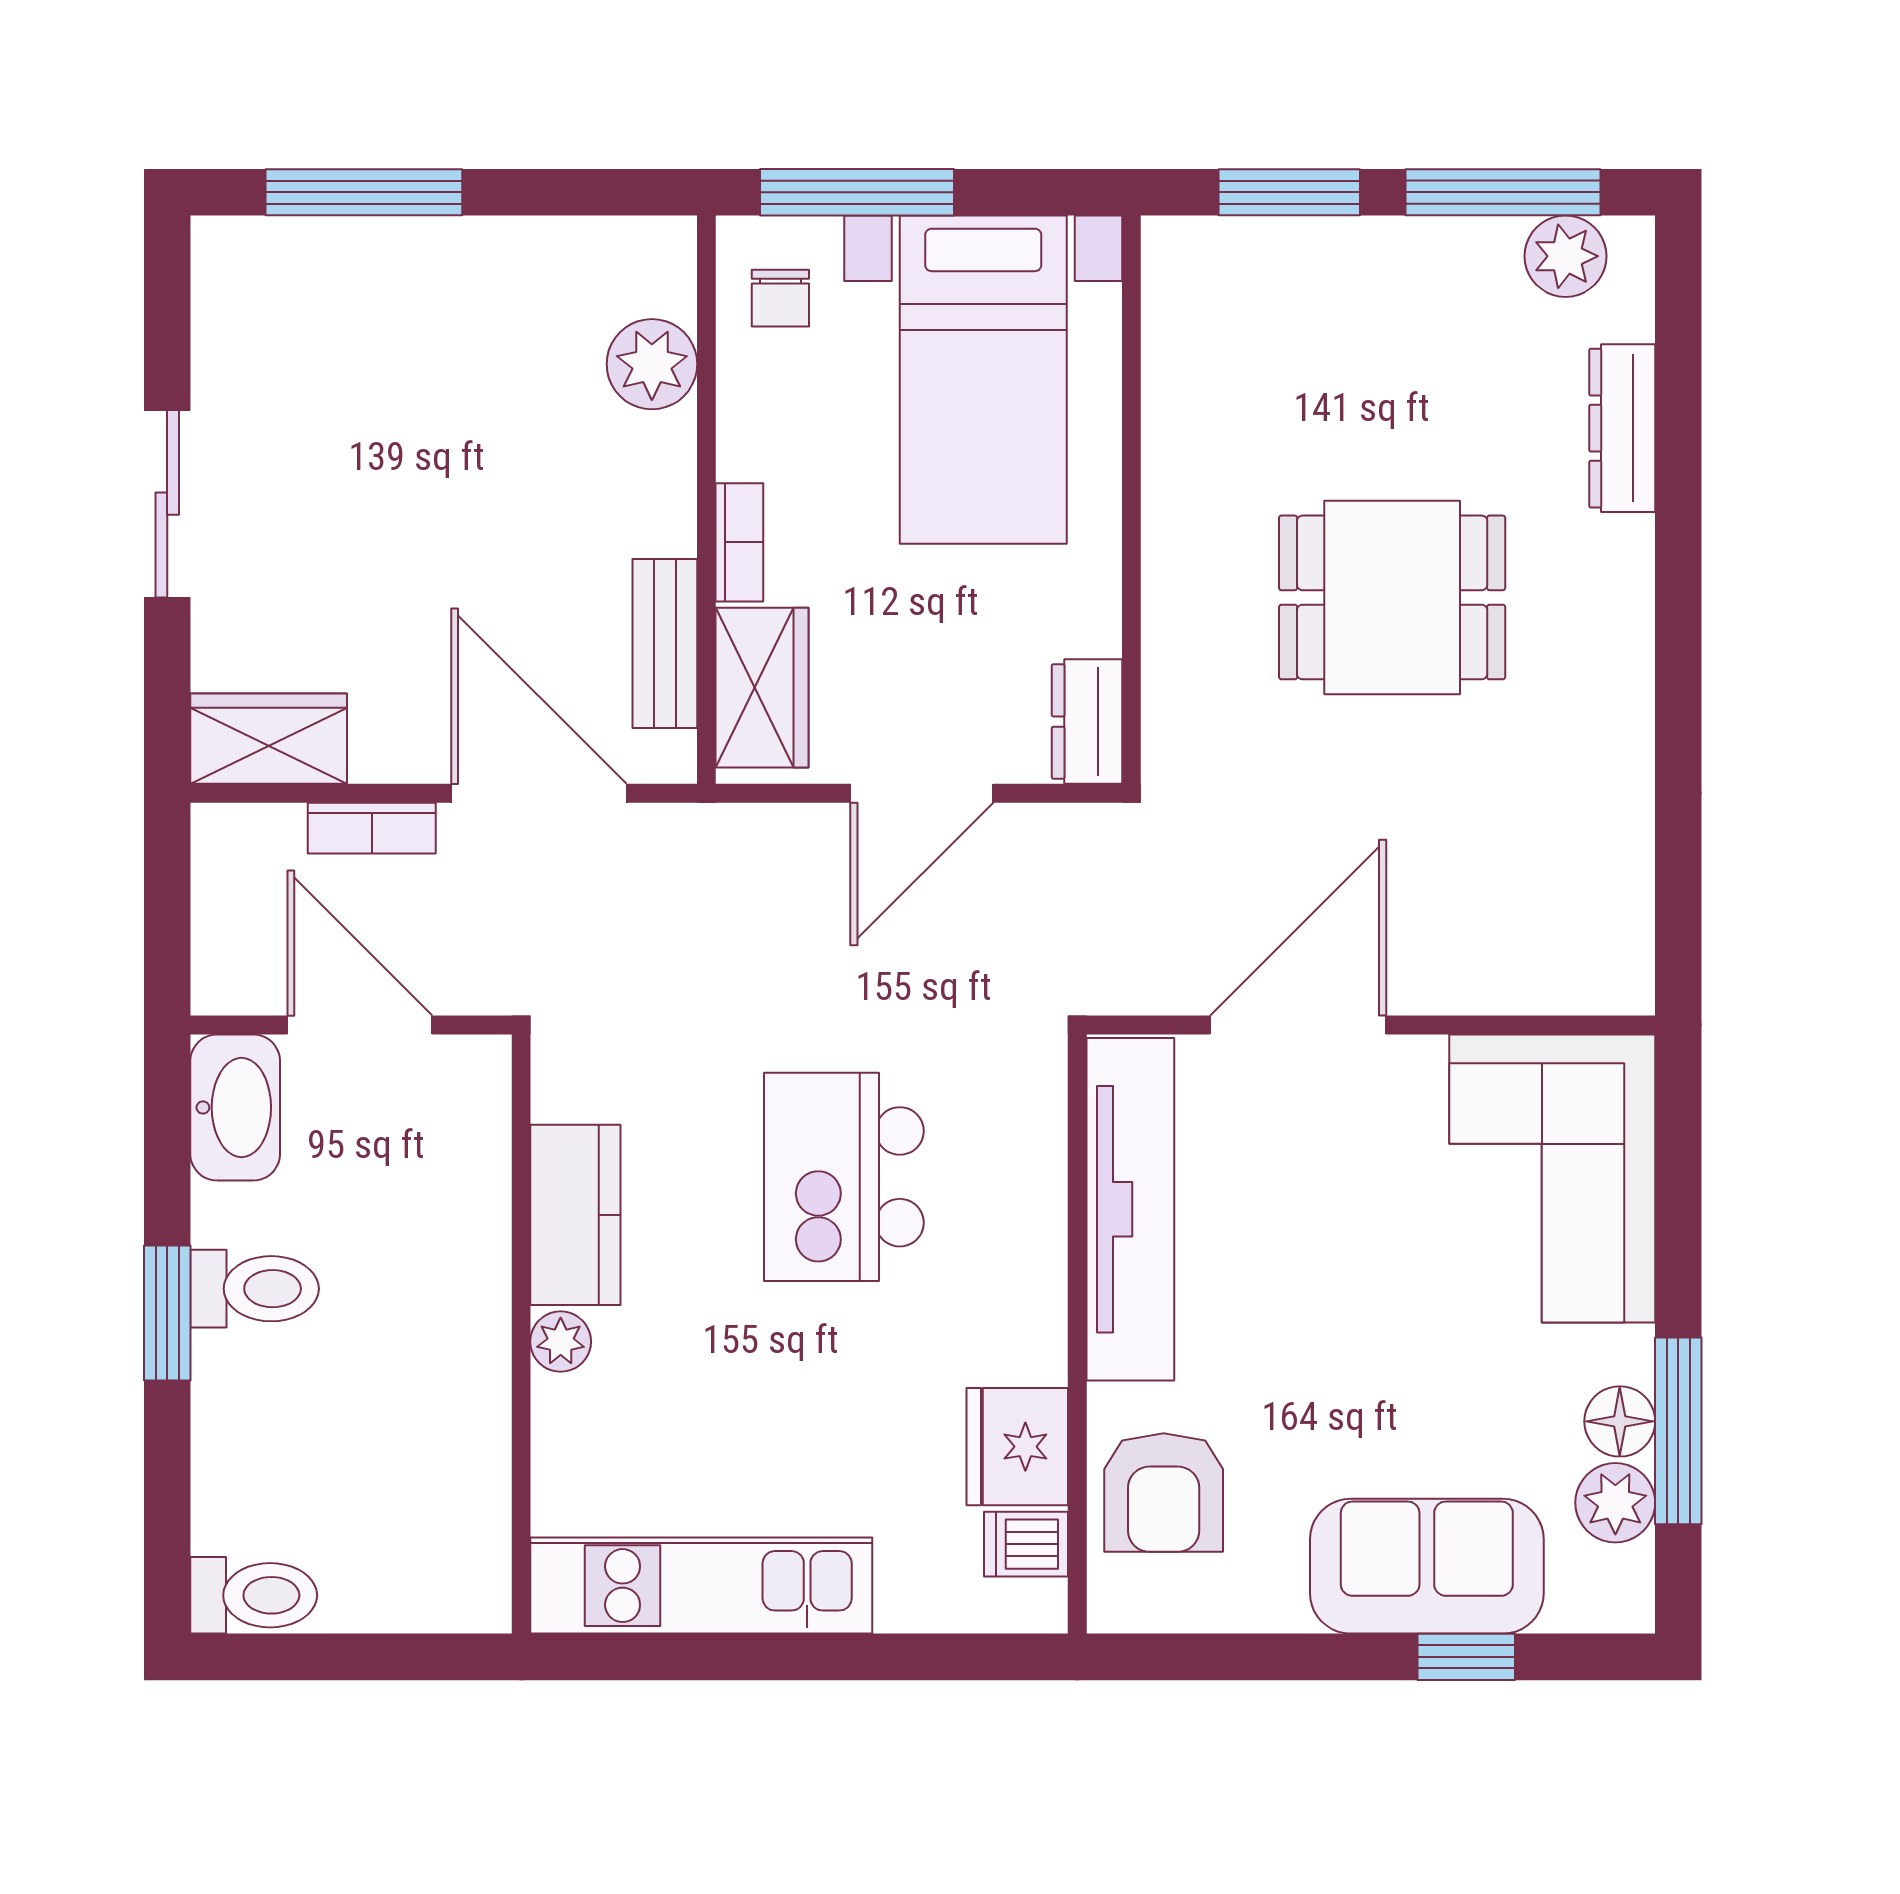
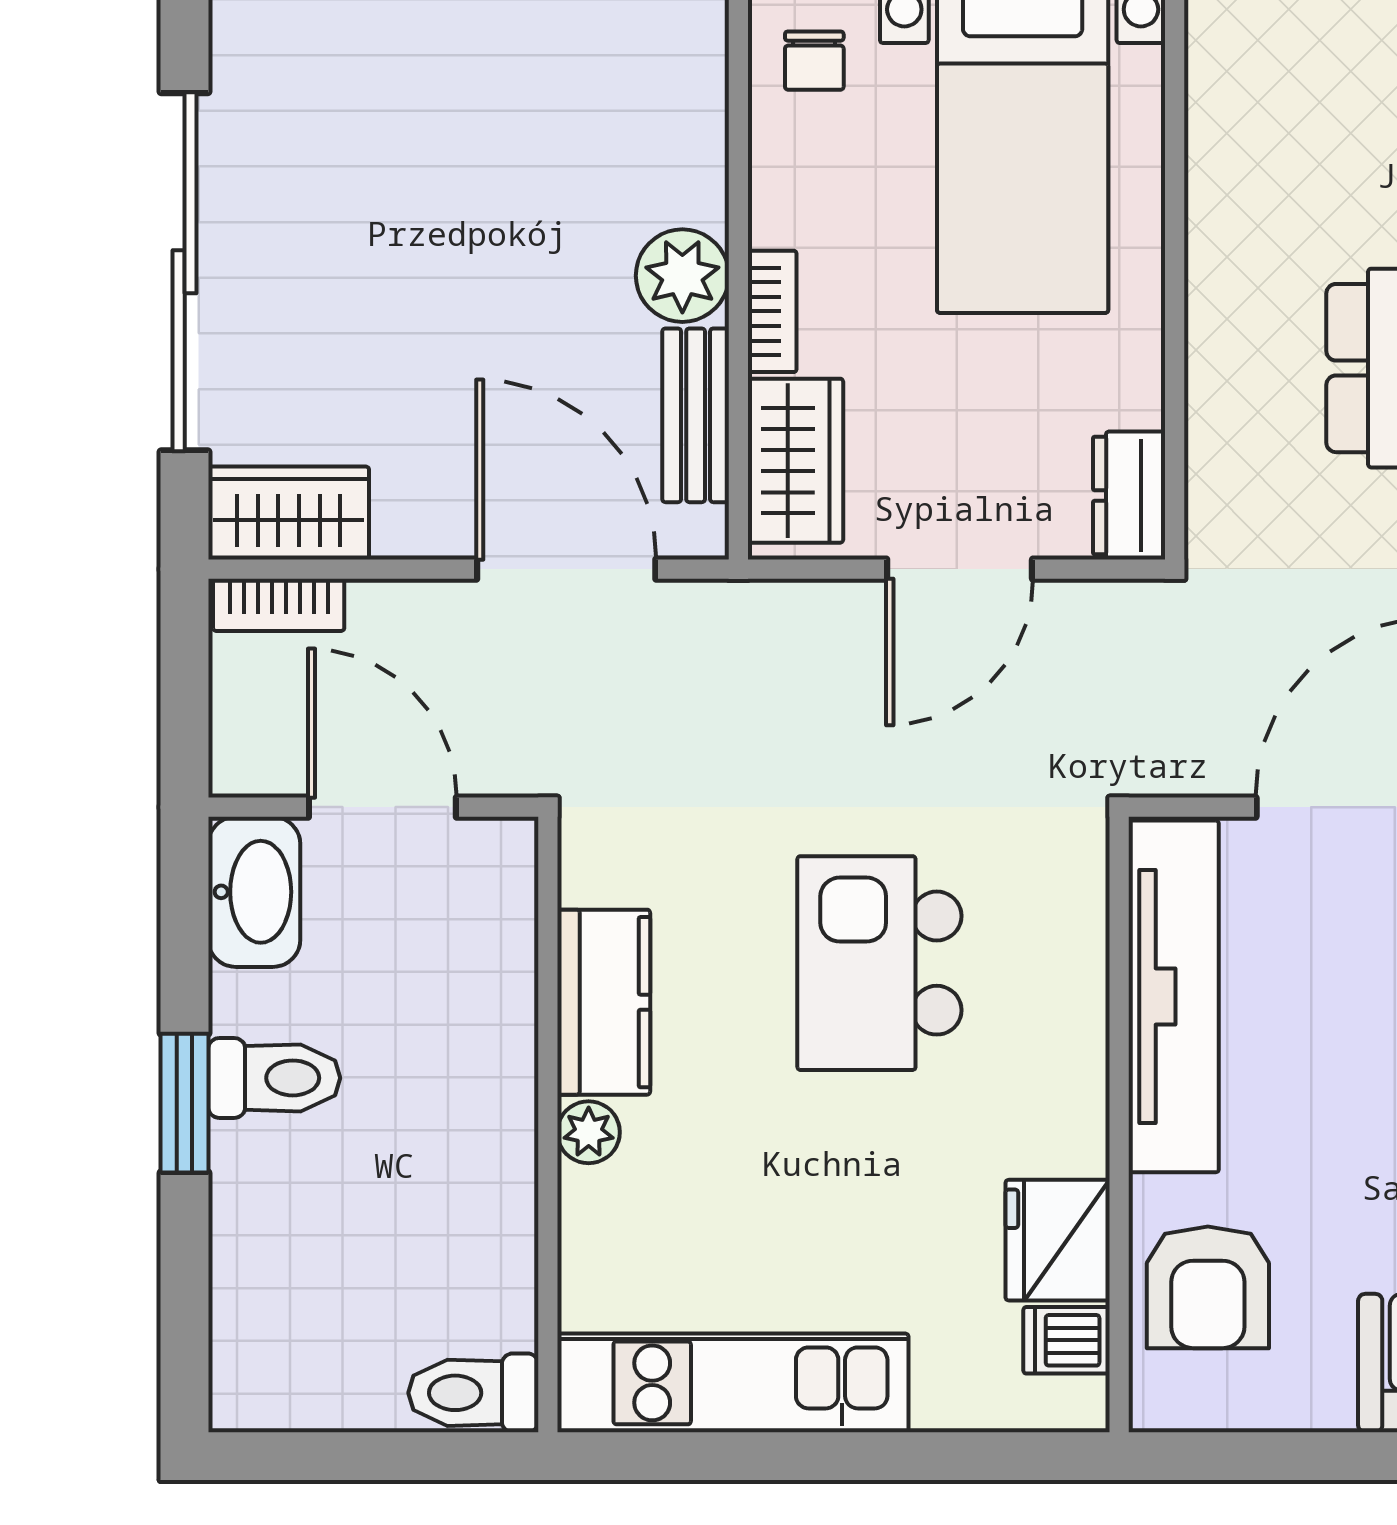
plant: (652, 364) -> (682, 276), moved
sliding door: (167, 504) -> (185, 272), width x1.86
bookcase: (372, 828) -> (279, 605), moved
toilet: (254, 1595) -> (473, 1393), moved, turned 180

